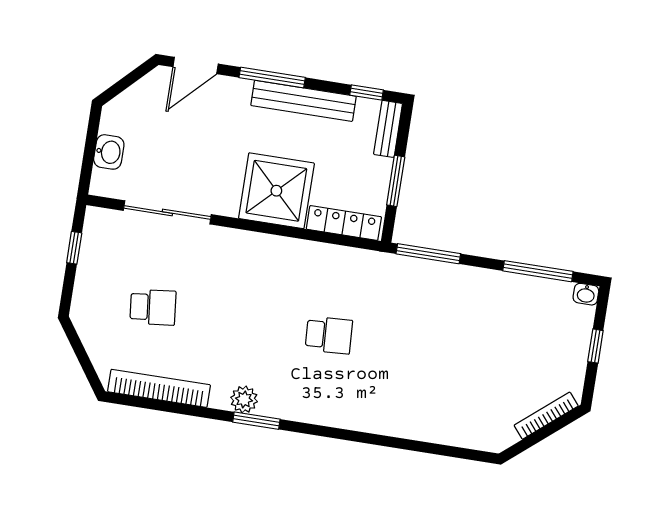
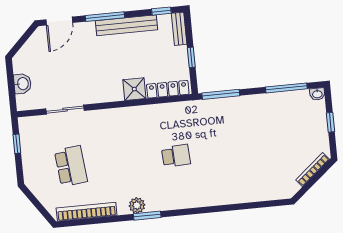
window: (396, 181) -> (191, 57), width x0.67
shower: (276, 191) -> (134, 89), width x0.54, depth x0.54
sliding door: (167, 212) -> (65, 110), width x0.73
school desk: (153, 307) -> (71, 166), width x1.85

